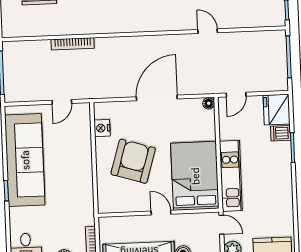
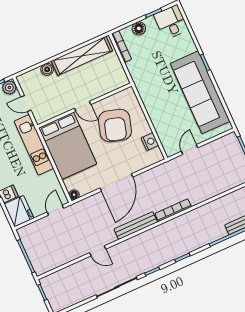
bench: (155, 42) -> (136, 226), added
bookcase: (73, 44) -> (173, 210), moved
bed: (195, 176) -> (68, 146), moved
wall: (158, 213) -> (85, 106), moved
door: (161, 213) -> (83, 106), moved

